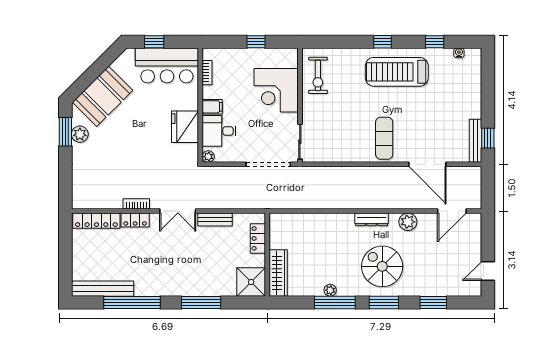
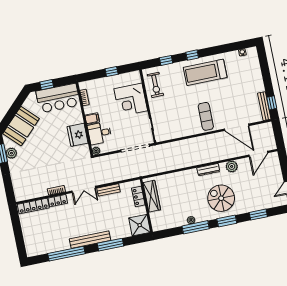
window: (435, 42) -> (166, 60), moved
wardrobe: (278, 273) -> (152, 196), moved
bench: (103, 289) -> (90, 240), moved

